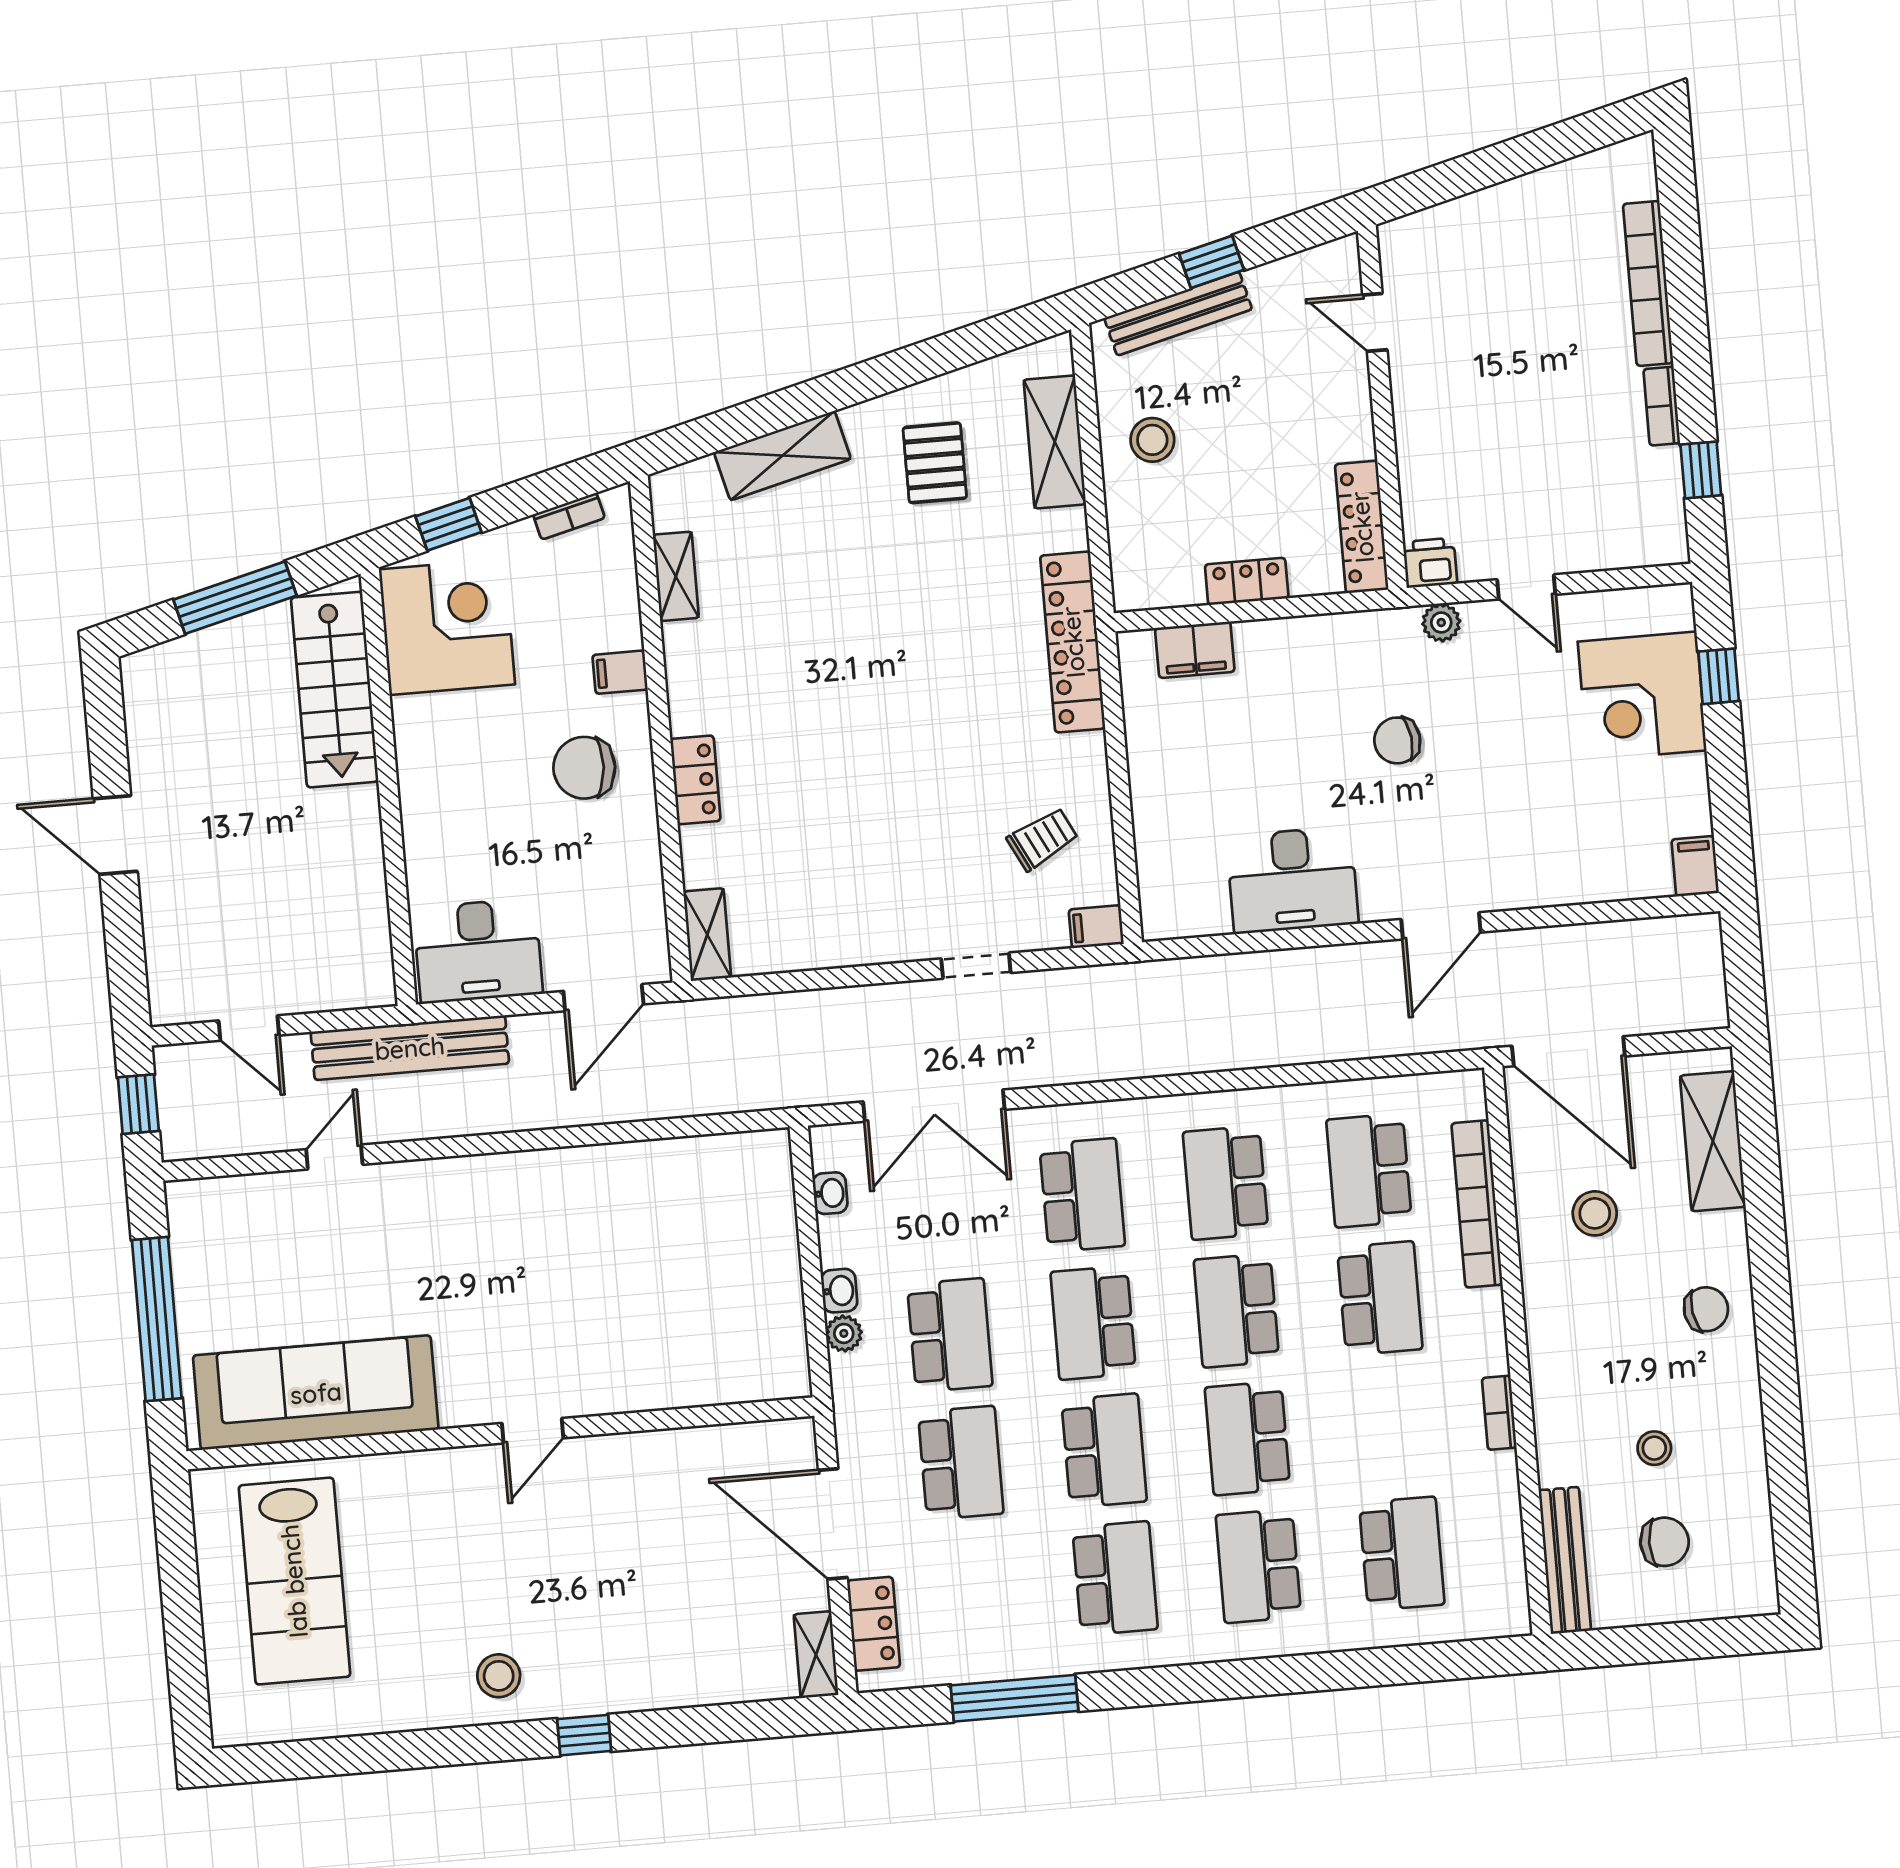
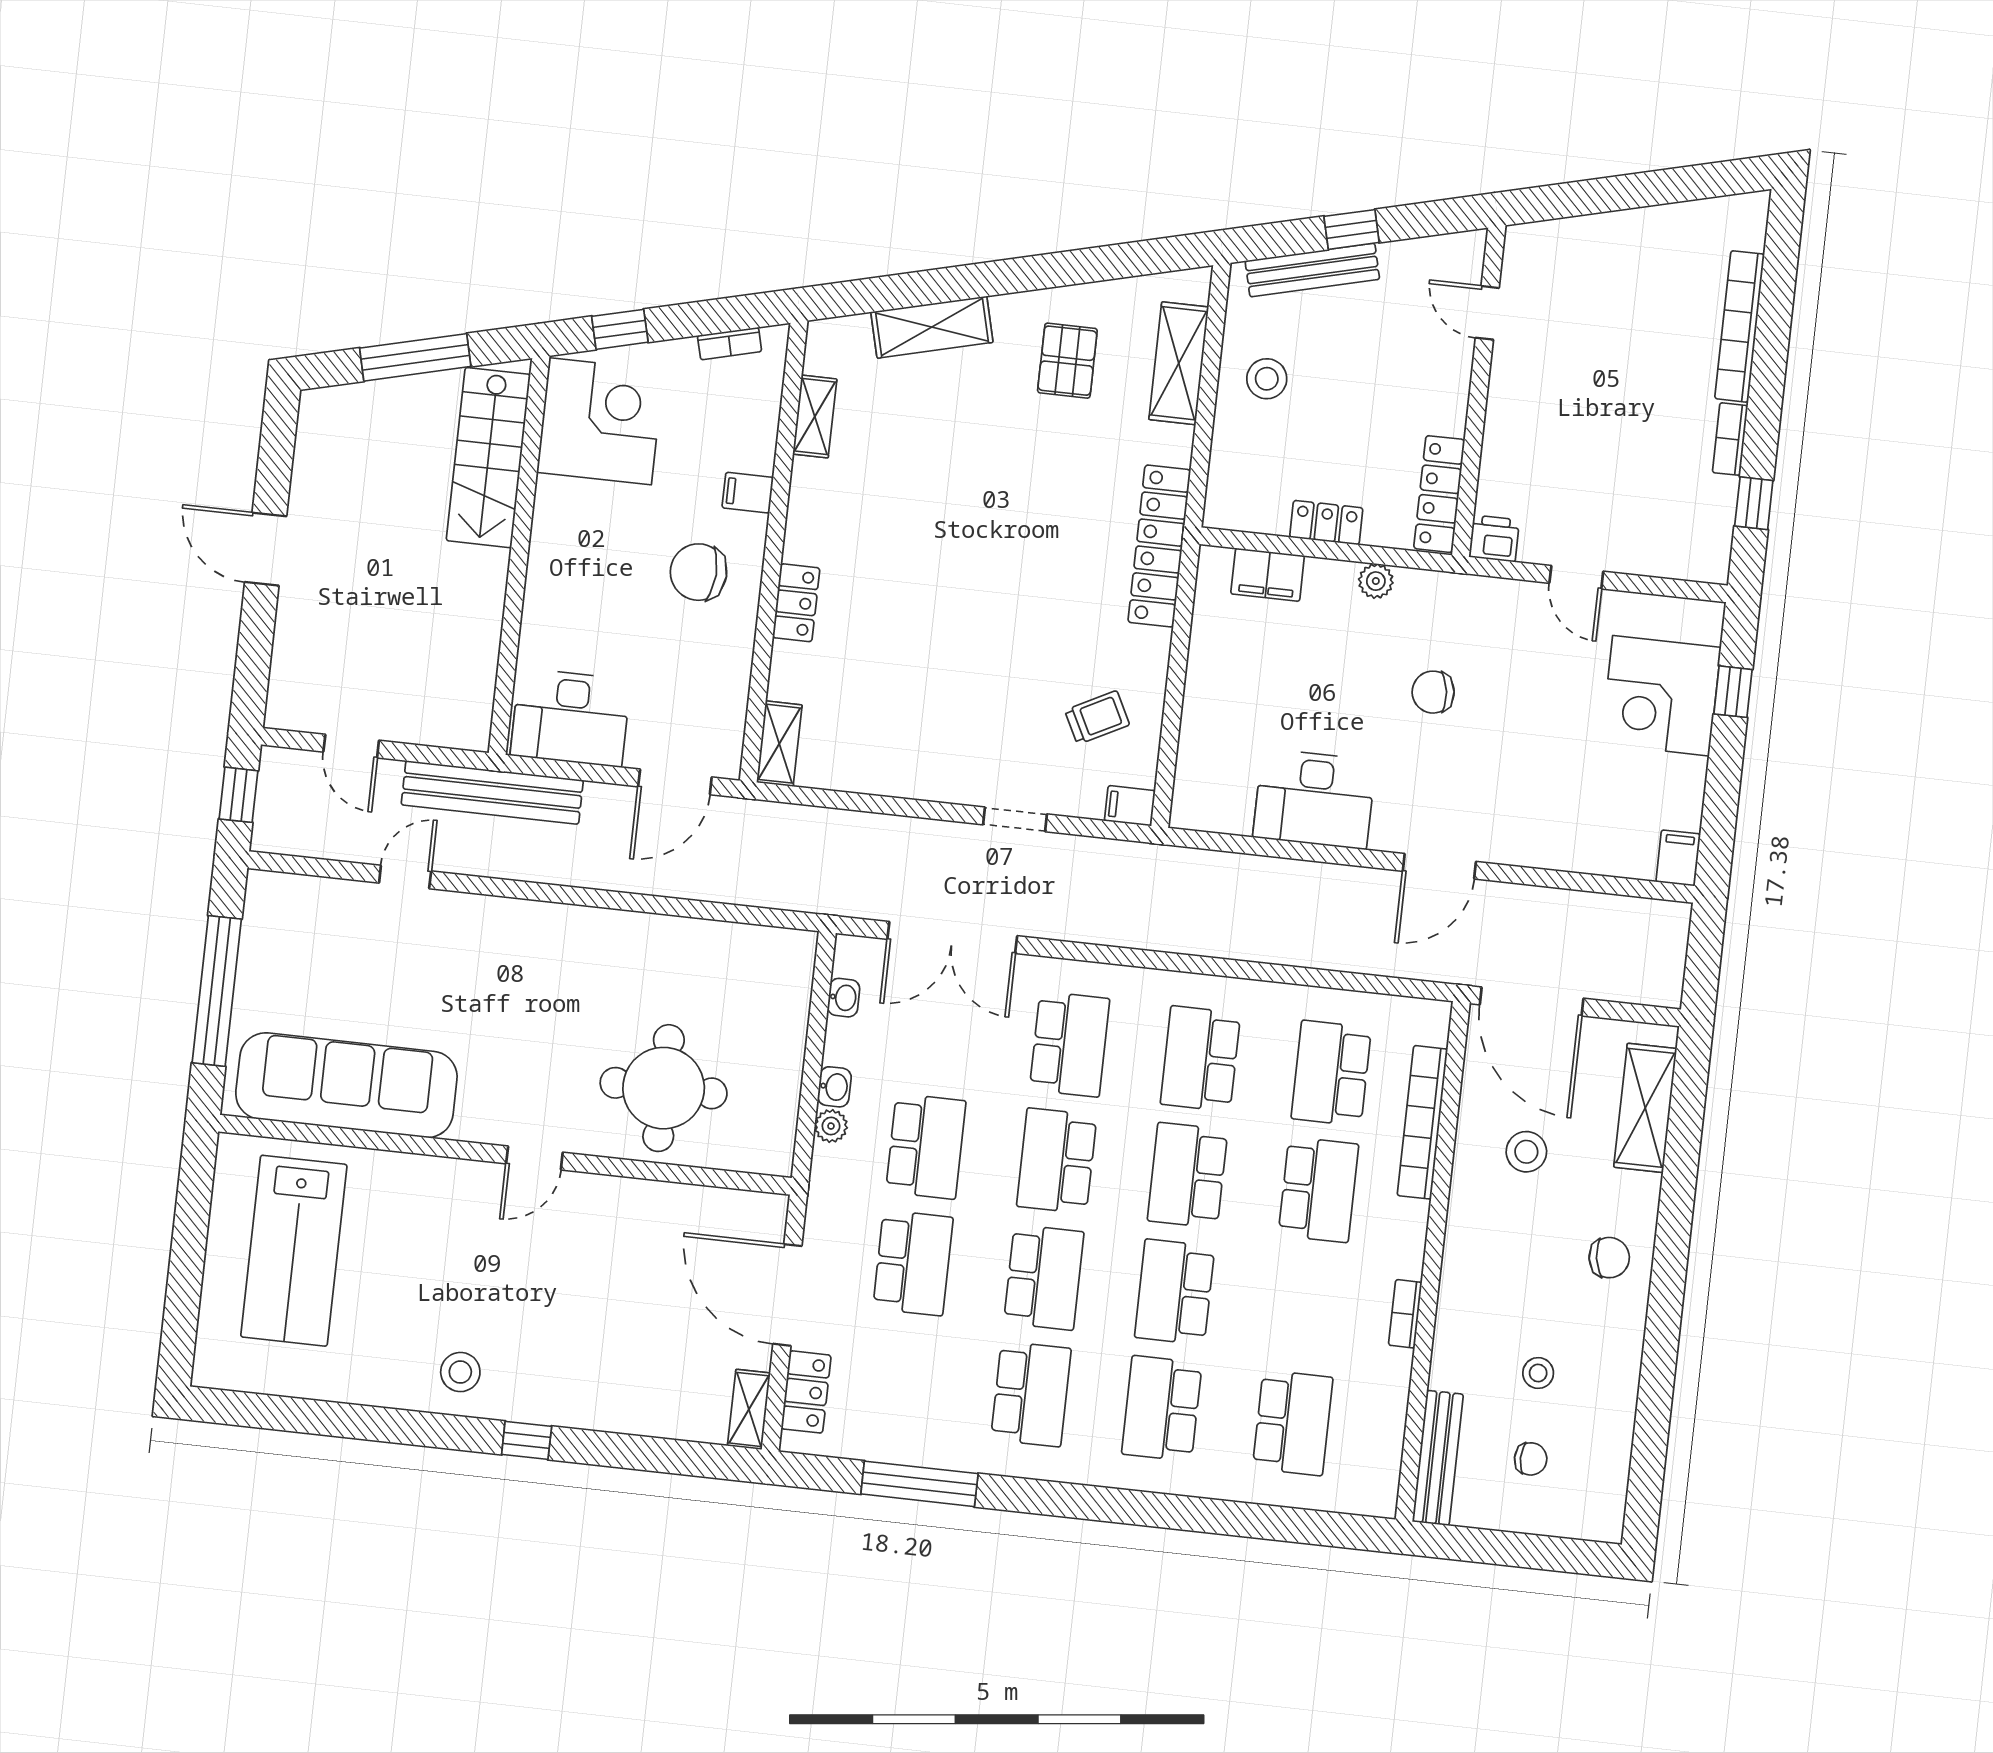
plant: (1441, 623) -> (1376, 581), moved
round table: (656, 1328) -> (664, 1088), added
chair: (1665, 1542) -> (1531, 1459), width x0.73, depth x0.73

